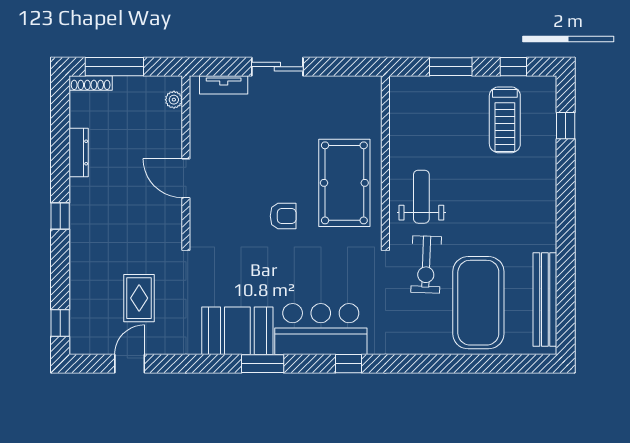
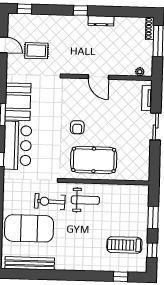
dresser: (79, 153) -> (101, 21), moved
door: (186, 178) -> (98, 77), swing flipped

